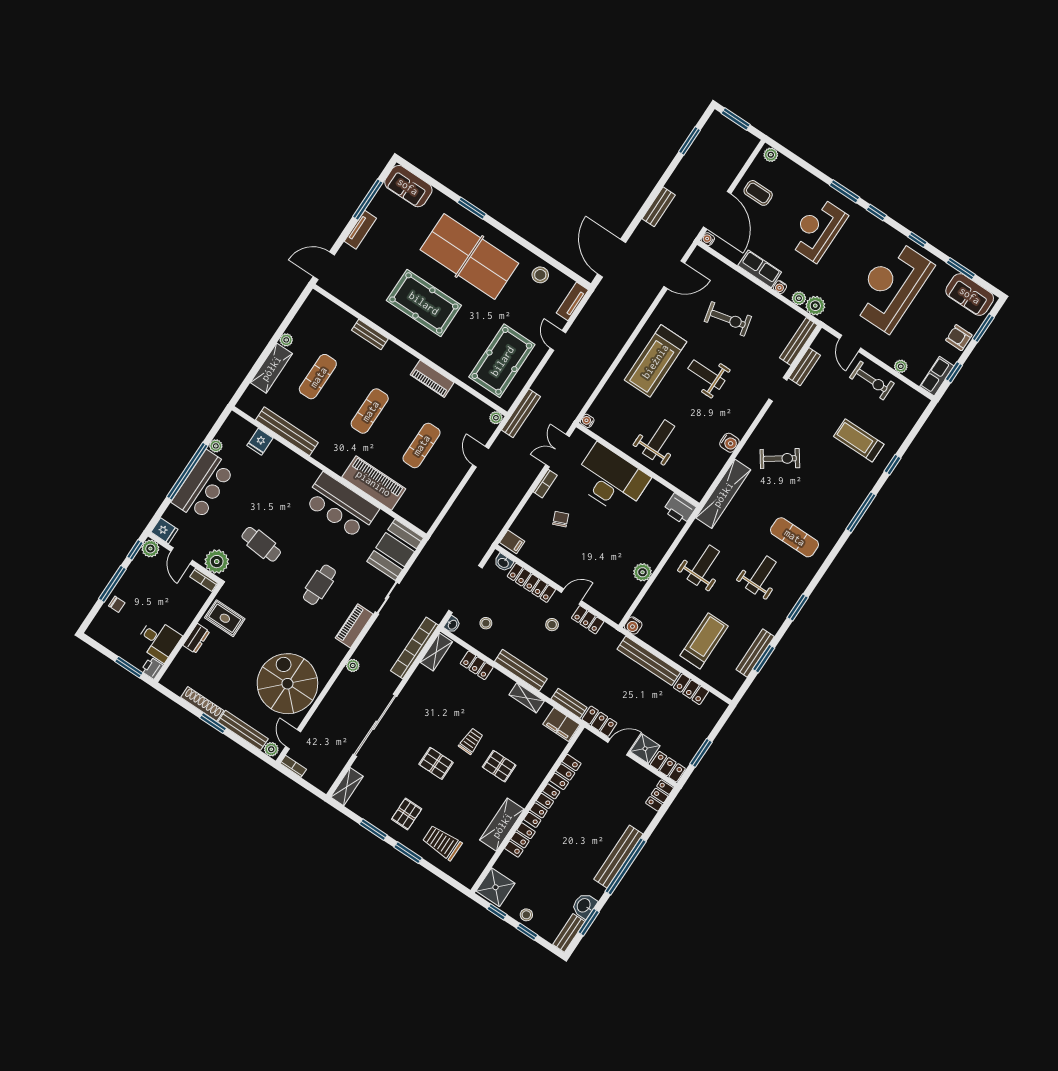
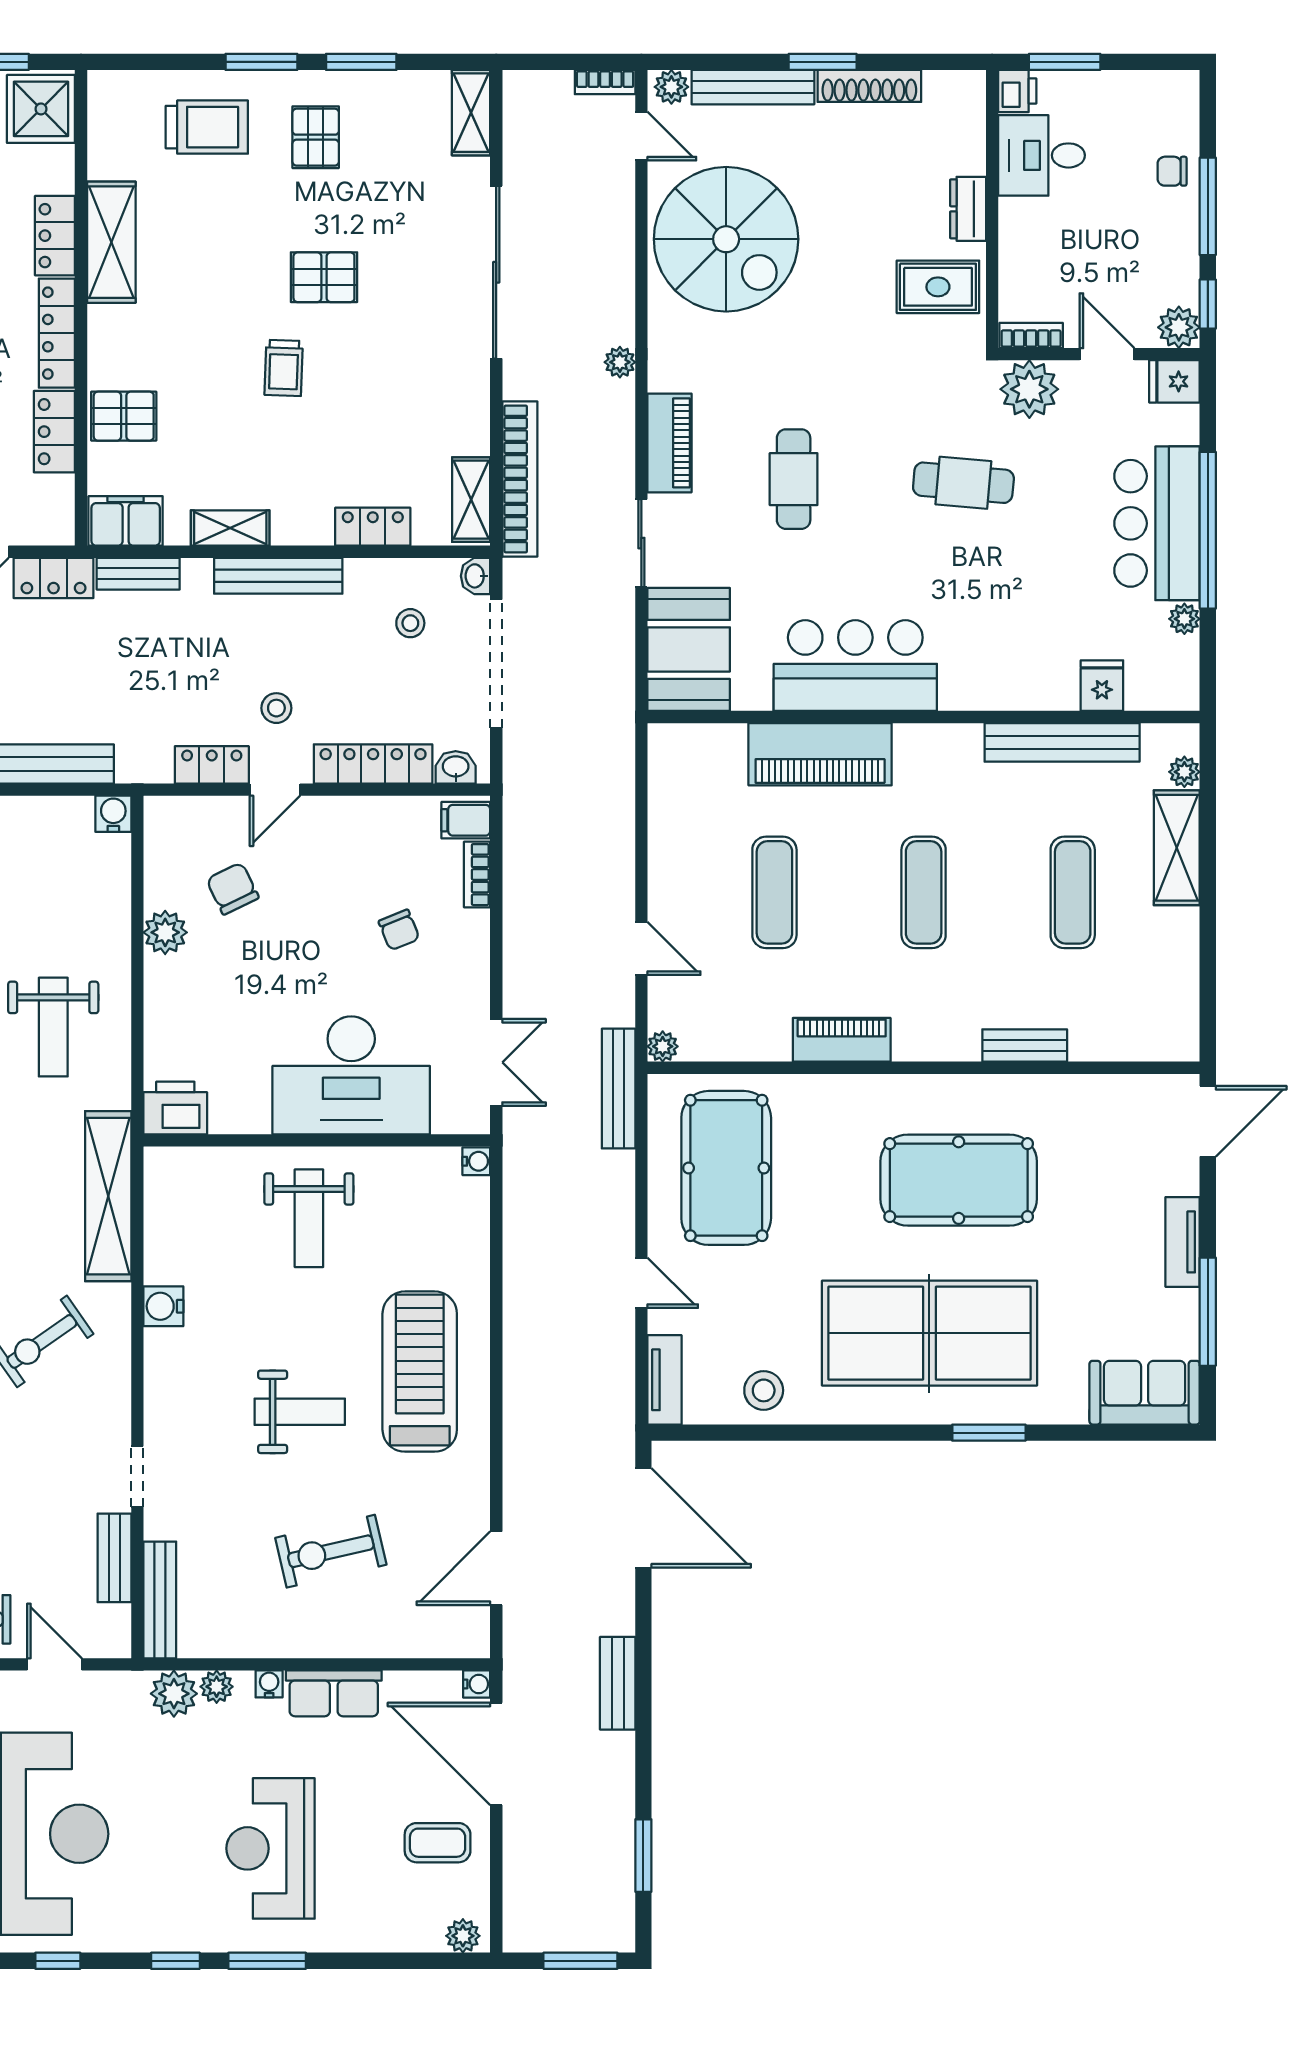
reception desk: (817, 230) -> (270, 1848), turned 180
plant: (286, 340) -> (1184, 772), moved
bookcase: (545, 484) -> (477, 875), moved
chair: (609, 572) -> (233, 889), added
pallet: (499, 766) -> (124, 416), moved

